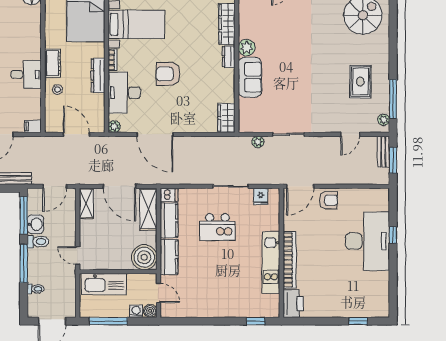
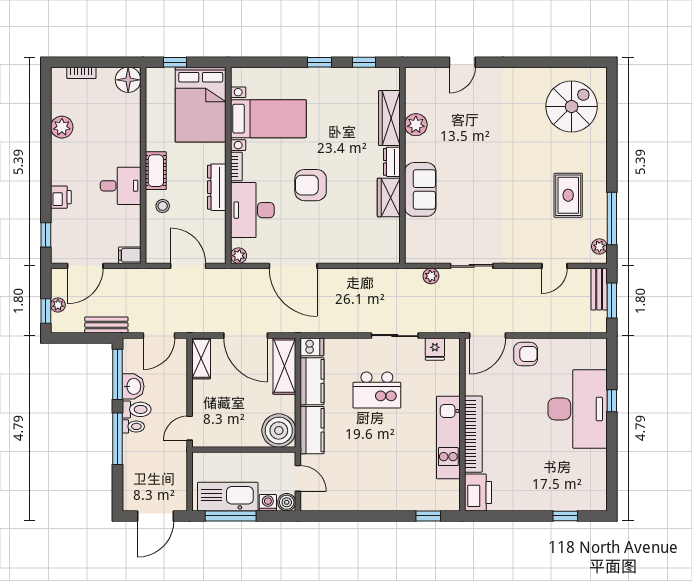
plant: (247, 48) -> (416, 125), moved
wardrobe: (226, 118) -> (389, 198), moved
door: (78, 256) -> (190, 428), hinge flipped
kitchen sink: (104, 284) -> (228, 497), moved, turned 180
toilet: (36, 289) -> (133, 426), moved

